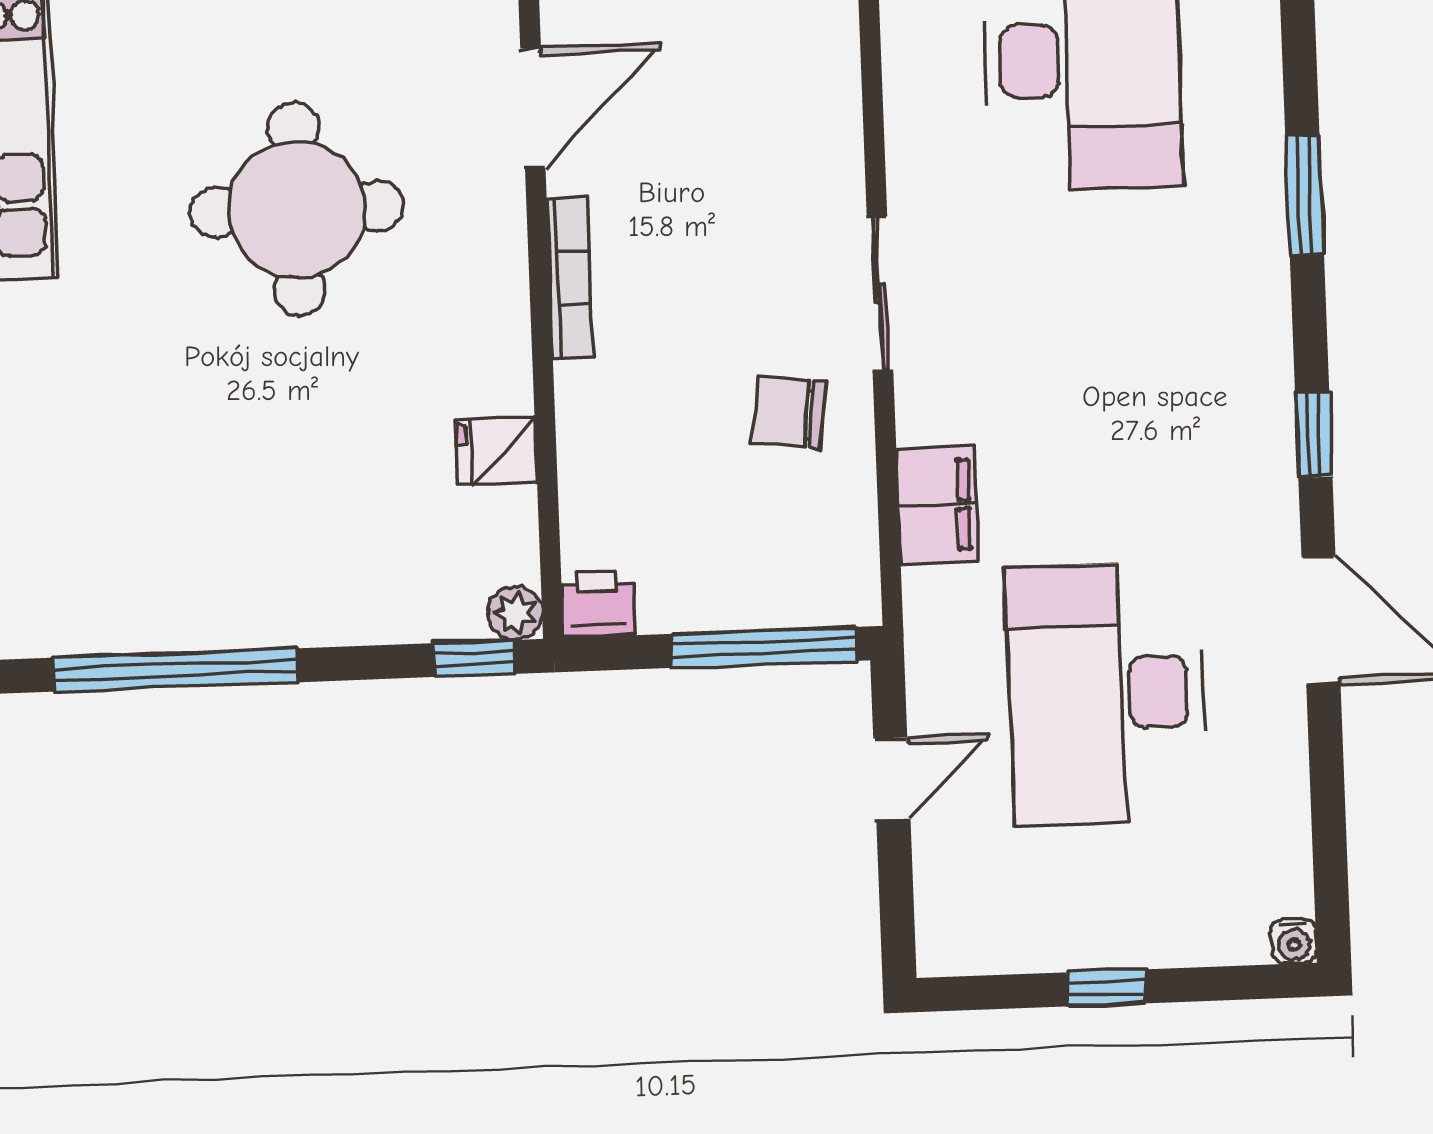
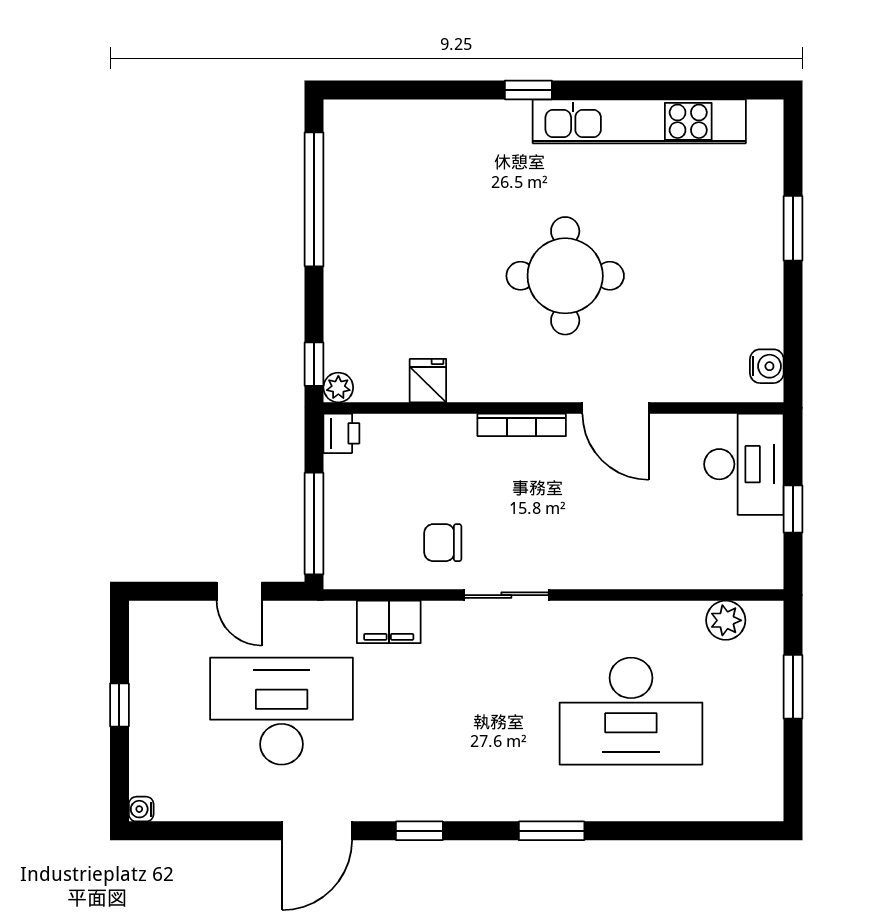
chair: (789, 413) -> (443, 543), turned -97

